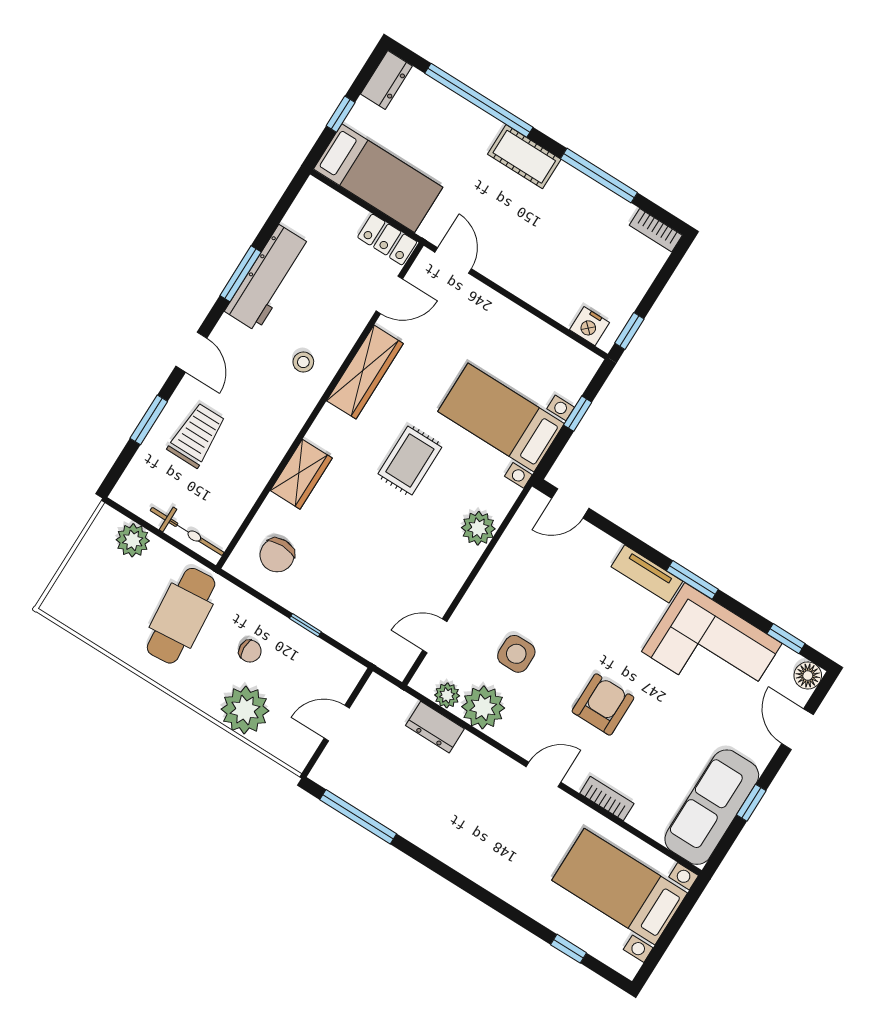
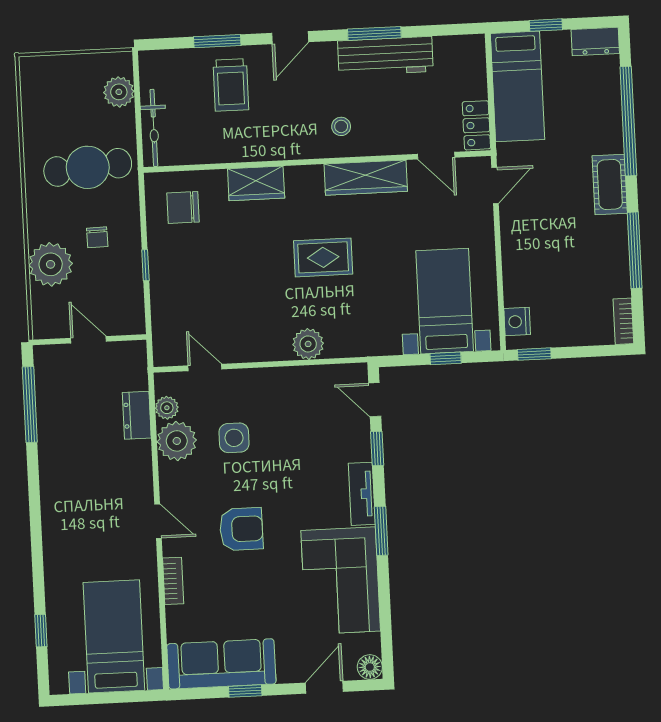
bed with nightstands: (501, 418) -> (445, 301), moved
trolley: (197, 435) -> (231, 85), turned 90
window: (786, 639) -> (377, 448), moved

